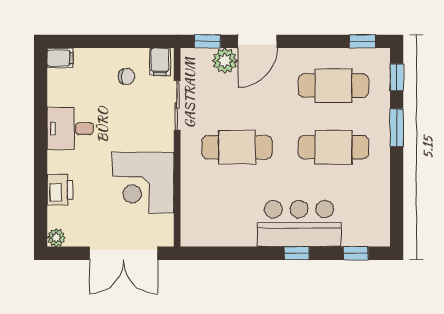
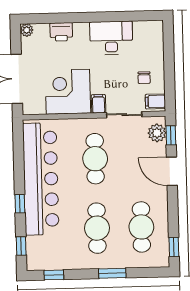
filing cabinet: (60, 58) -> (99, 104), moved, turned 180
plant: (225, 61) -> (157, 133), moved
window: (397, 77) -> (54, 275), moved
desk: (70, 129) -> (111, 38), width x1.37
bar counter: (299, 223) -> (41, 179), width x1.86

